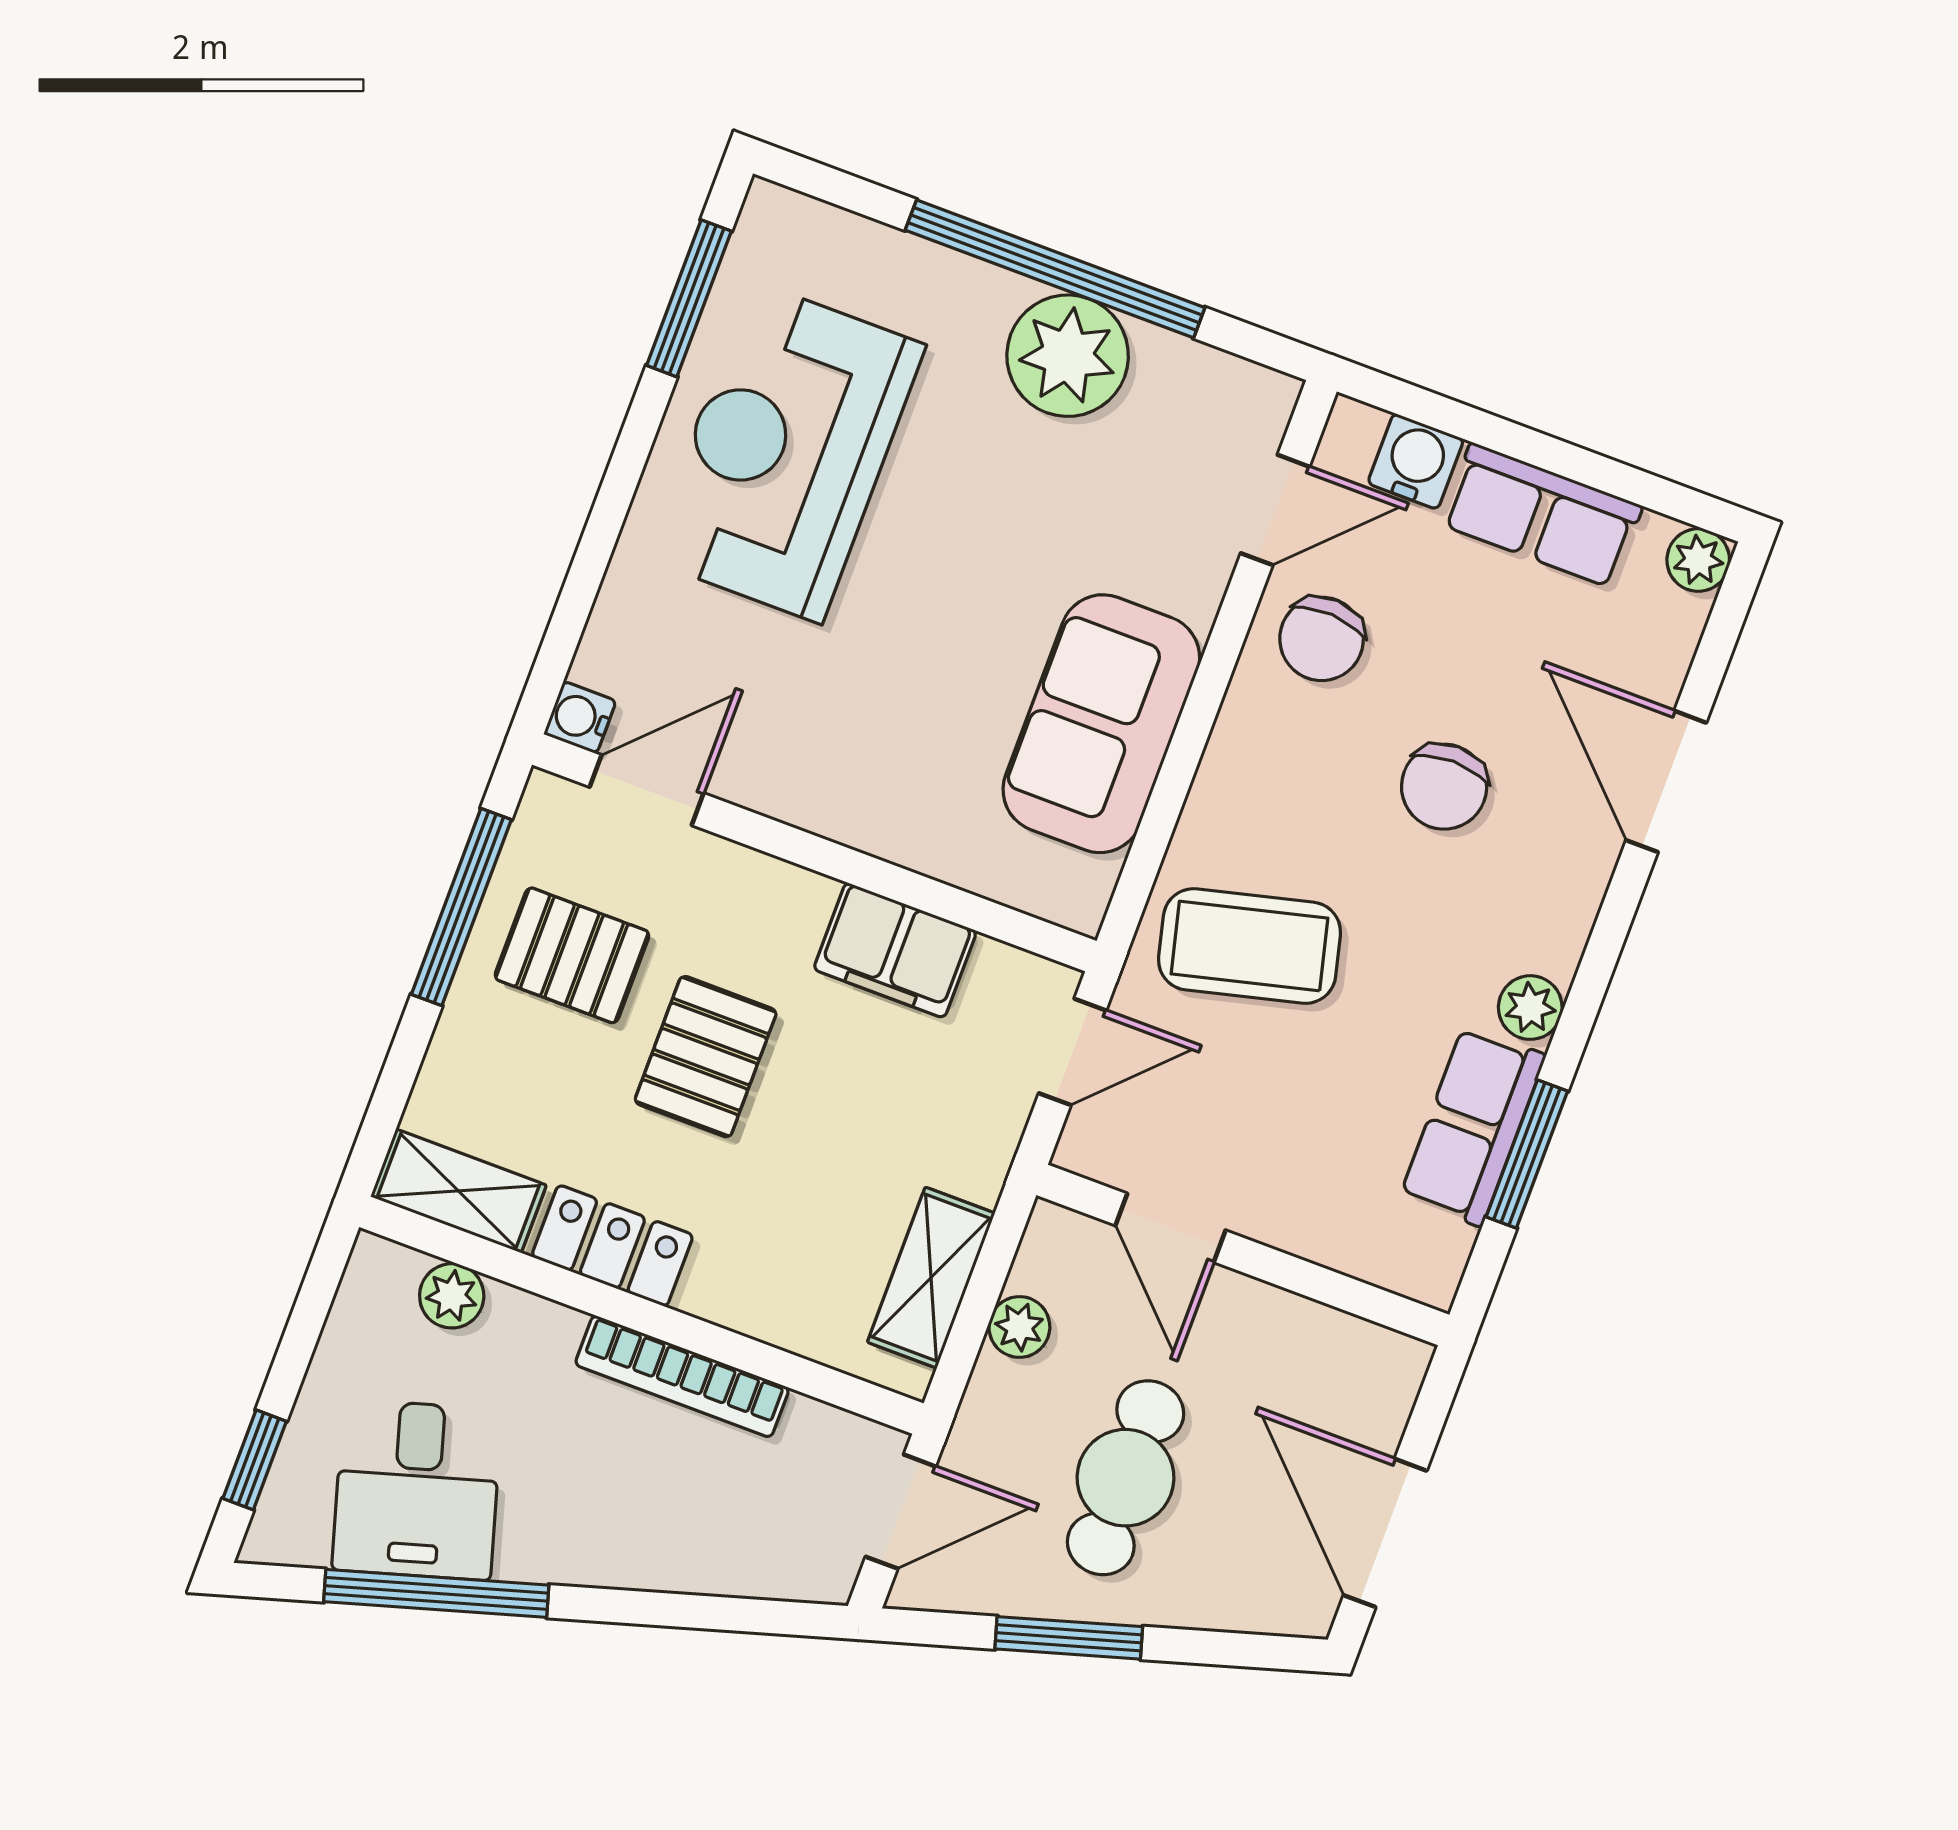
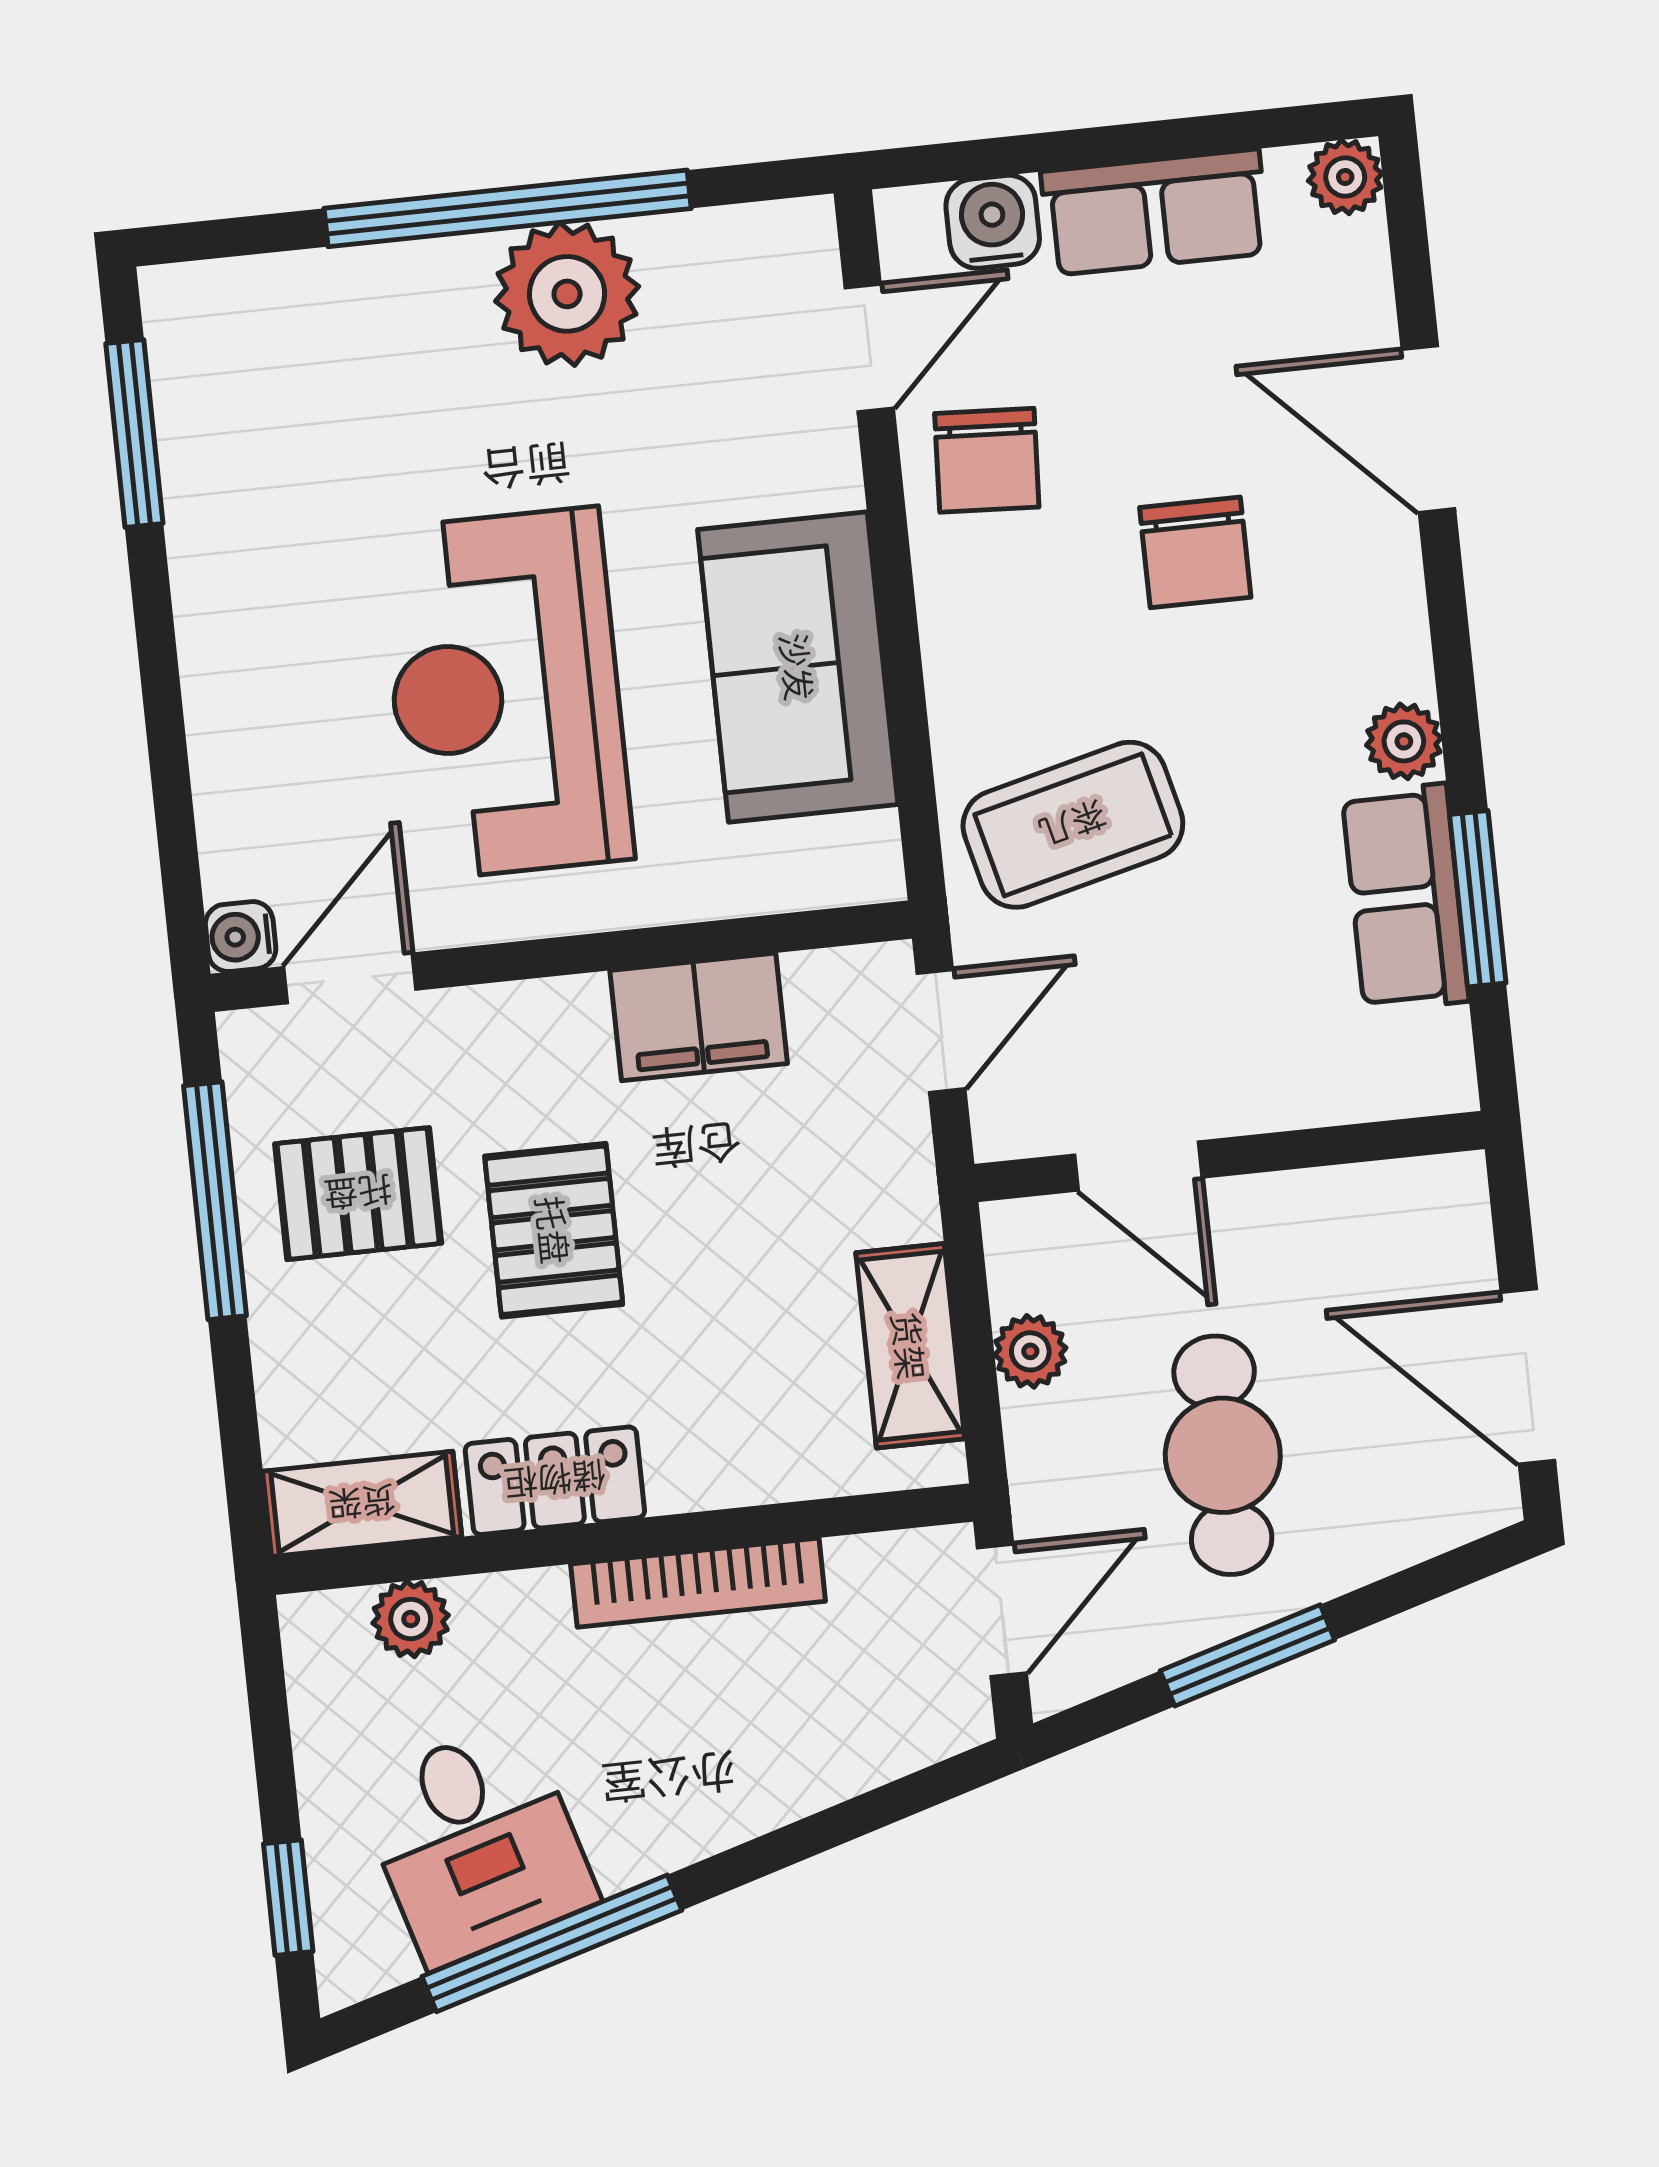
reception desk: (786, 452) -> (506, 694), moved

